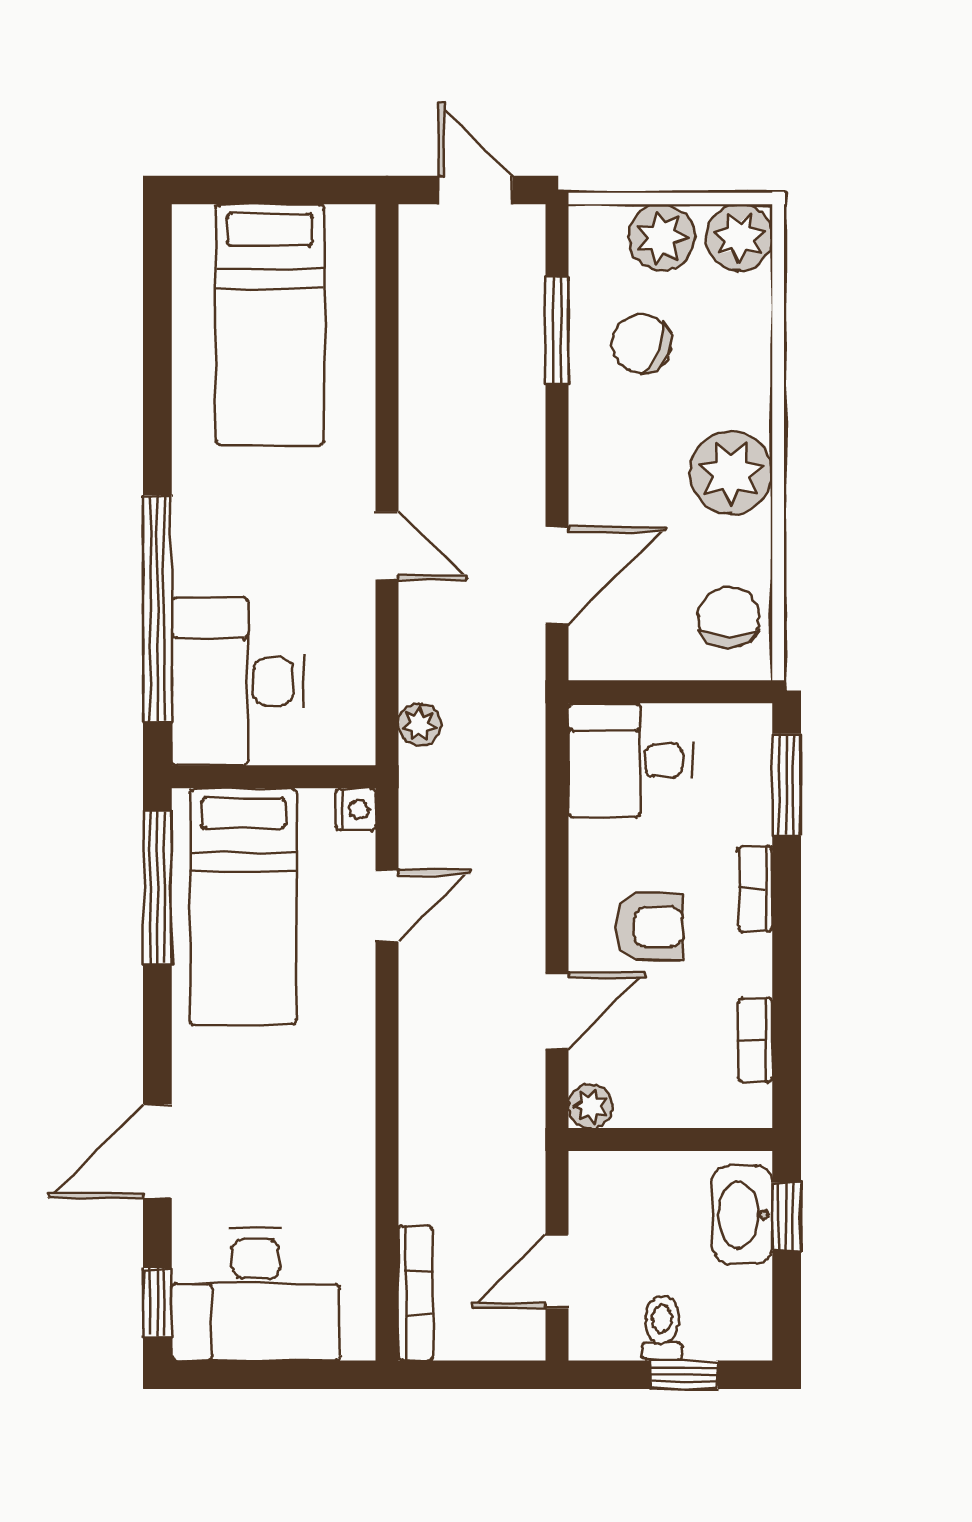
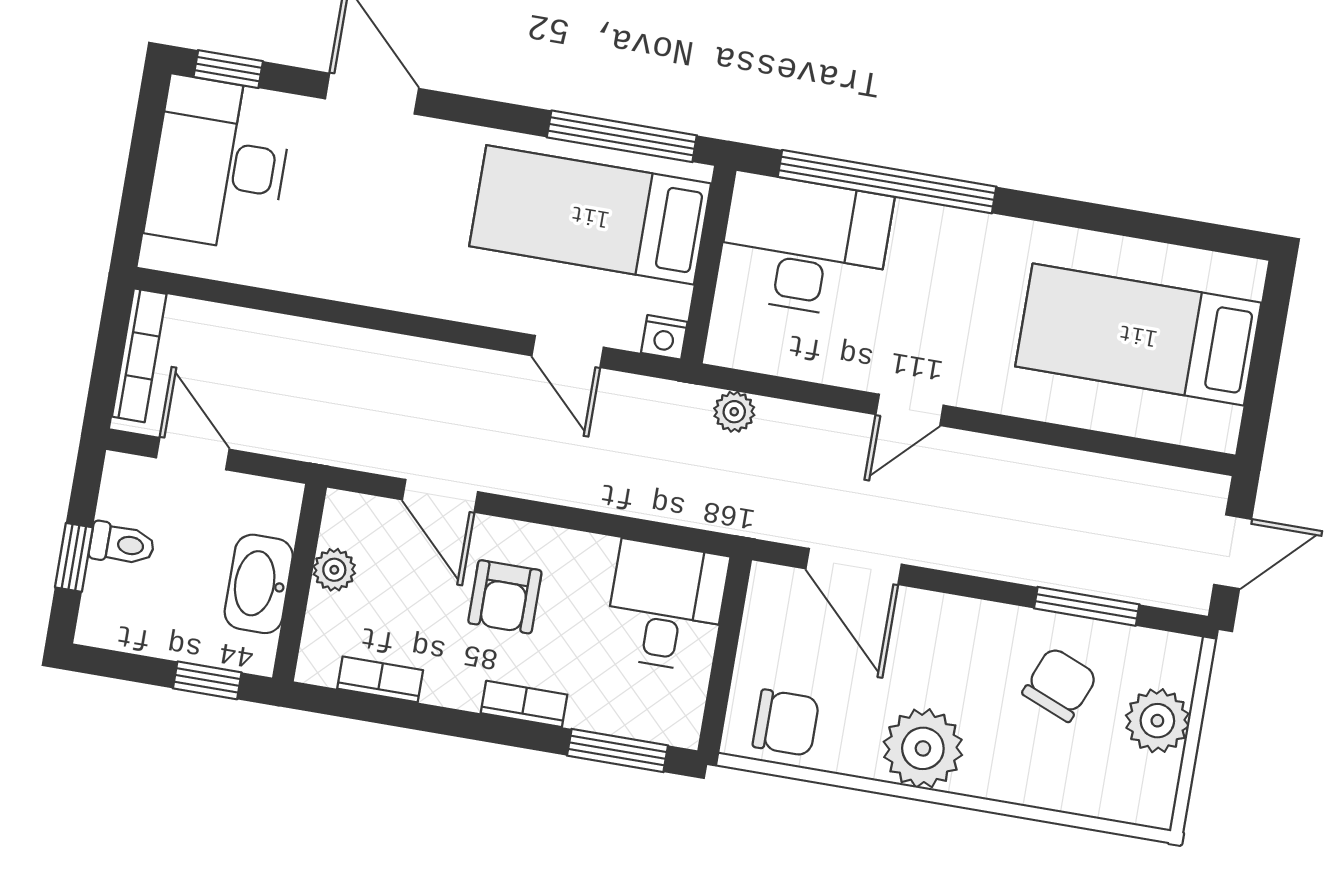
plant: (739, 237) -> (1145, 795), removed
plant: (590, 1106) -> (334, 570), moved
washbasin: (742, 1215) -> (259, 584), moved, turned -90
bookcase: (416, 1293) -> (139, 355), moved, turned -90

